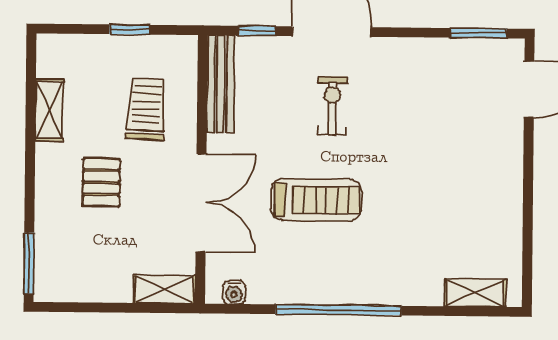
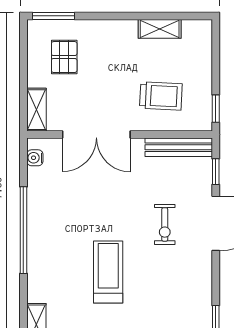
window: (130, 30) -> (216, 109), moved
exercise bike: (332, 105) -> (165, 224), turned 90
pallet: (101, 182) -> (64, 57), moved, turned 90
treadmill: (316, 200) -> (108, 272), moved, turned 180

